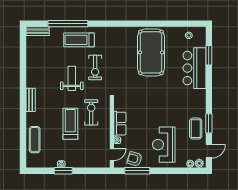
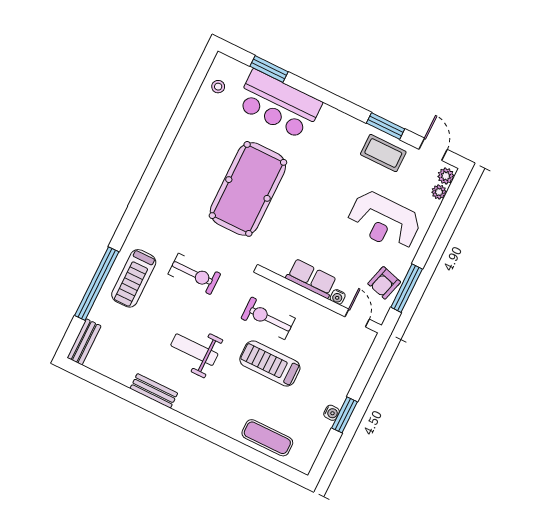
pool table: (151, 52) -> (248, 189), moved, turned 90
weight bench: (72, 78) -> (194, 350), moved
bench: (31, 100) -> (154, 391), moved

